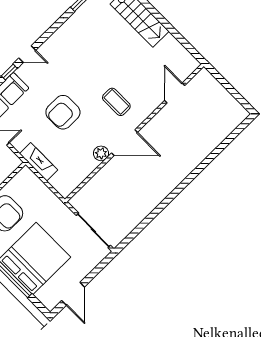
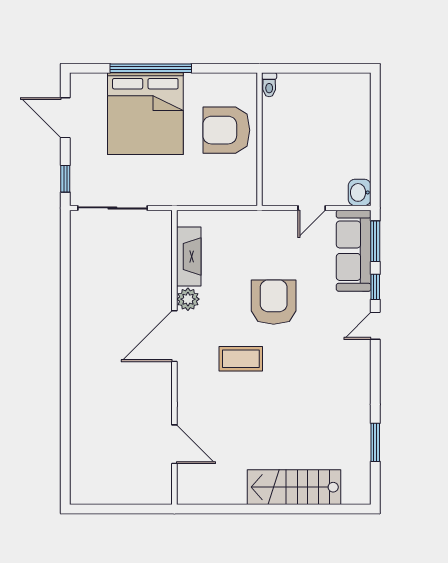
coffee table: (116, 102) -> (241, 359), moved
fireplace: (39, 162) -> (189, 256), moved, turned -90
window: (101, 266) -> (65, 179), added

